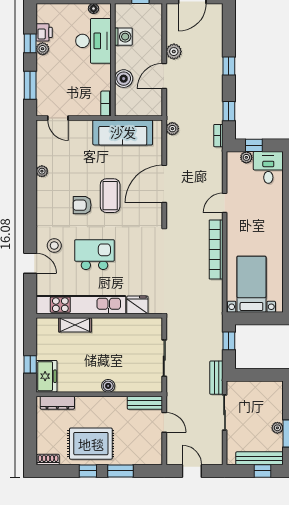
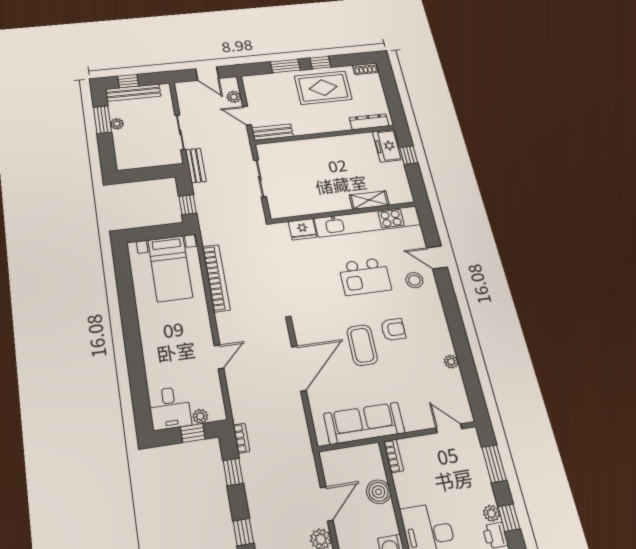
plant: (172, 129) -> (234, 97), moved
bookcase: (216, 249) -> (216, 278), moved
boiler: (108, 386) -> (317, 144), removed

